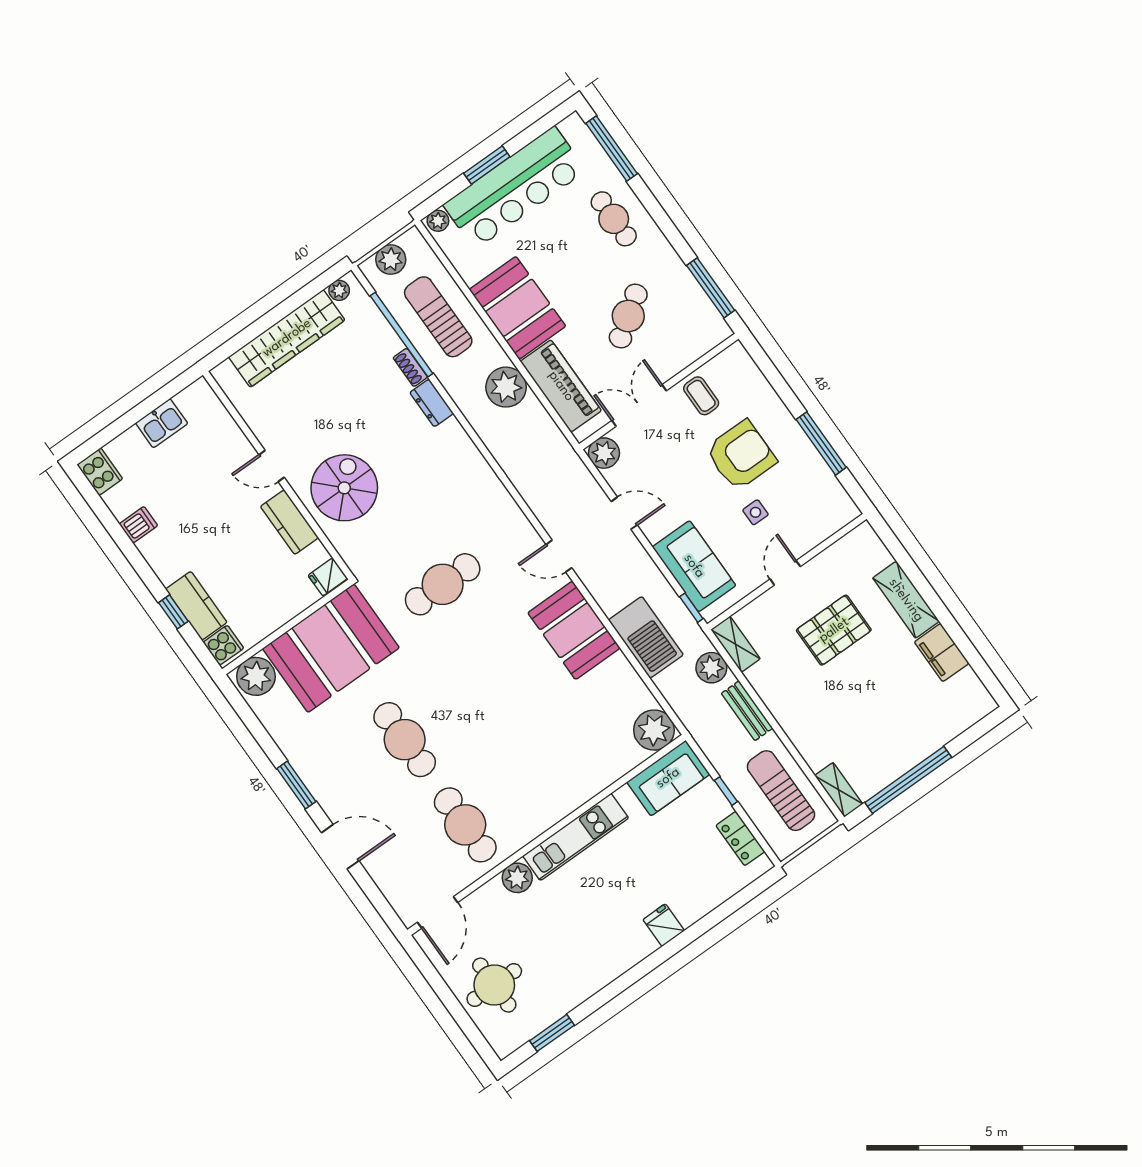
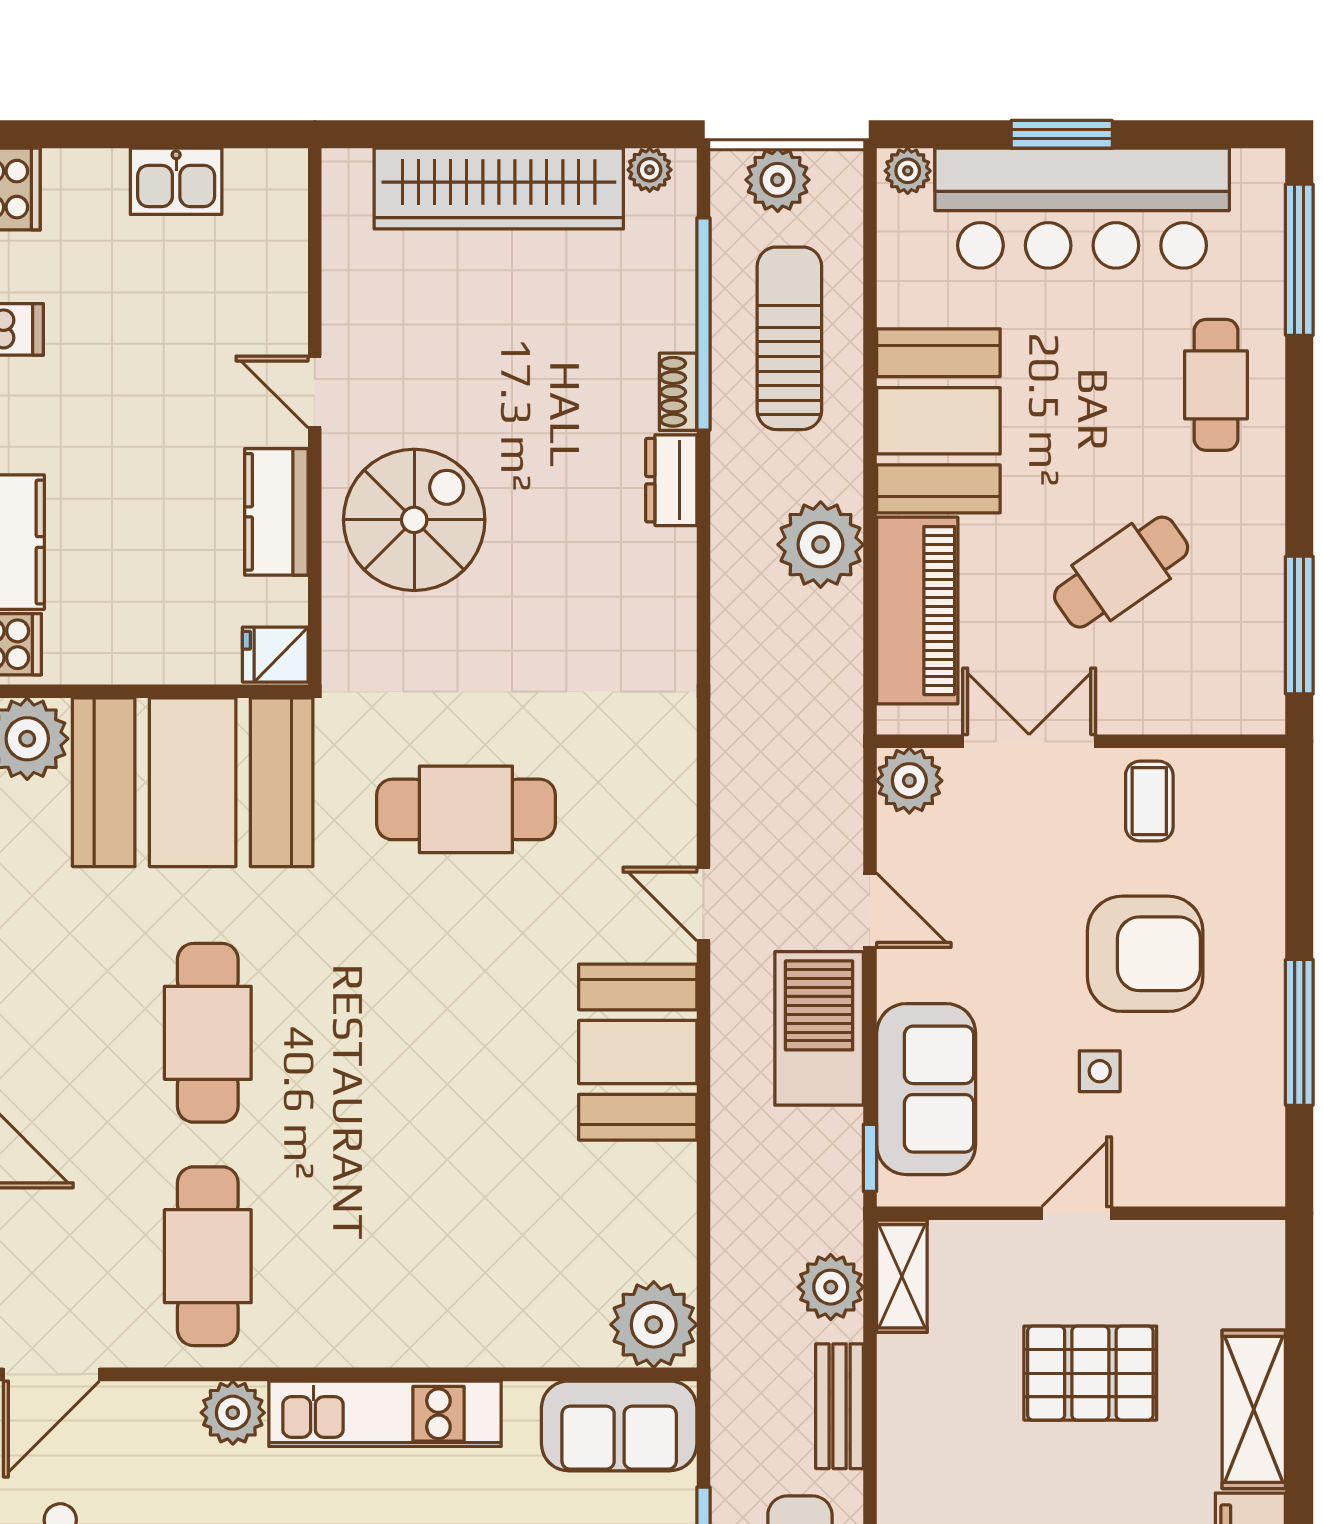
barbecue: (646, 637) -> (819, 1028), moved, turned 180

